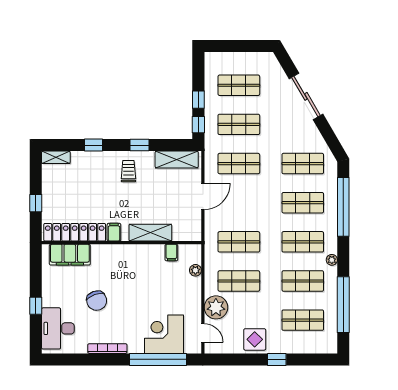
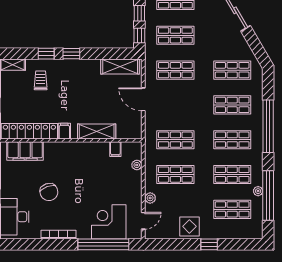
window: (139, 145) -> (71, 54), moved
trolley: (128, 171) -> (41, 80), moved
door: (203, 196) -> (143, 99), swing flipped
window: (343, 207) -> (268, 126), moved
plant: (332, 260) -> (258, 191), moved
plant: (216, 307) -> (150, 198), width x0.53, depth x0.53
door: (203, 333) -> (143, 221), hinge flipped

